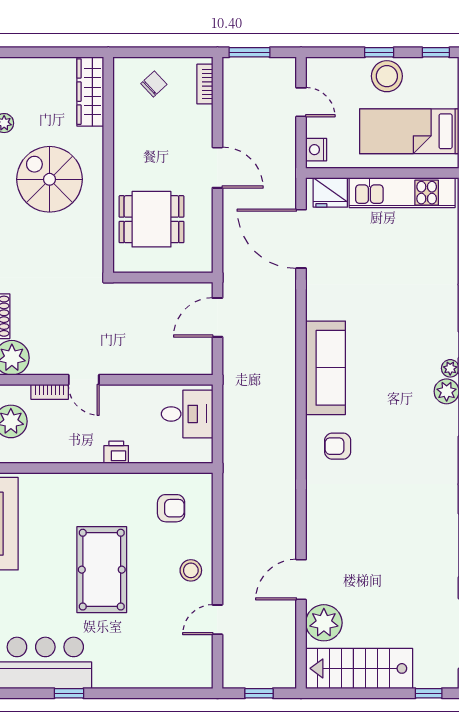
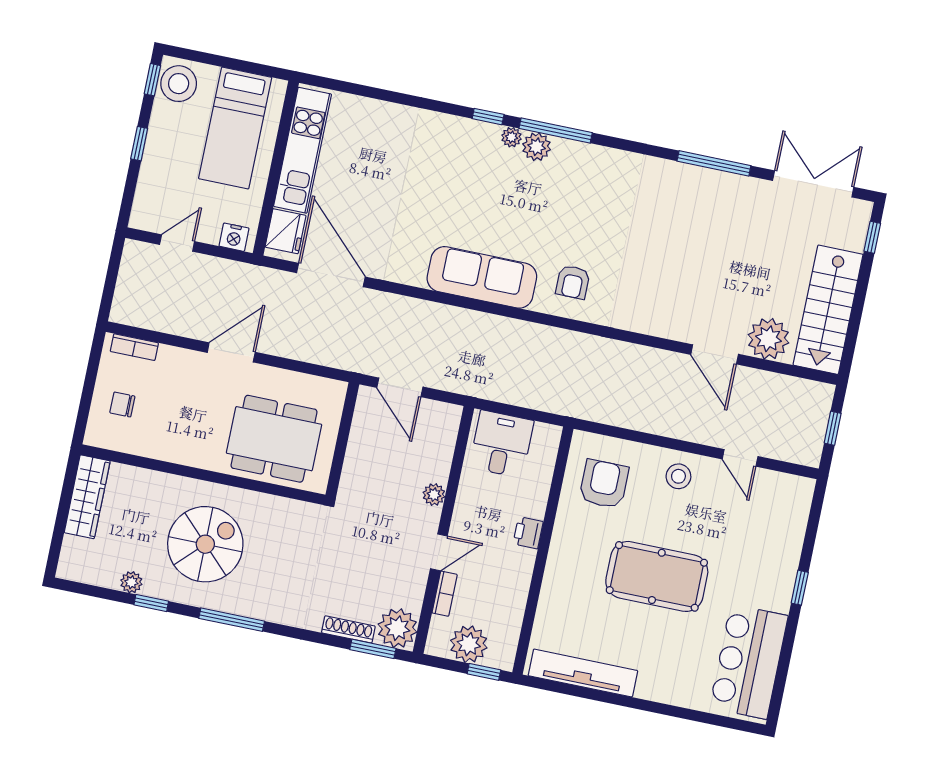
window: (249, 52) -> (109, 290), removed
stool: (387, 76) -> (179, 84), moved
chair: (154, 84) -> (122, 405), turned -47
wardrobe: (90, 92) -> (87, 497), moved, turned -90
spiral stairs: (50, 179) -> (205, 544), turned 180
dining table: (151, 219) -> (274, 439), width x1.37
door: (301, 239) -> (331, 275), swing flipped
plant: (132, 365) -> (434, 495), added
armchair: (171, 508) -> (604, 484), width x1.38, depth x1.38
window: (69, 693) -> (800, 588), moved

